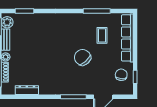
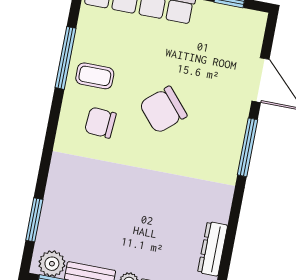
coffee table: (102, 35) -> (95, 76), moved
chair: (121, 75) -> (100, 123), moved

